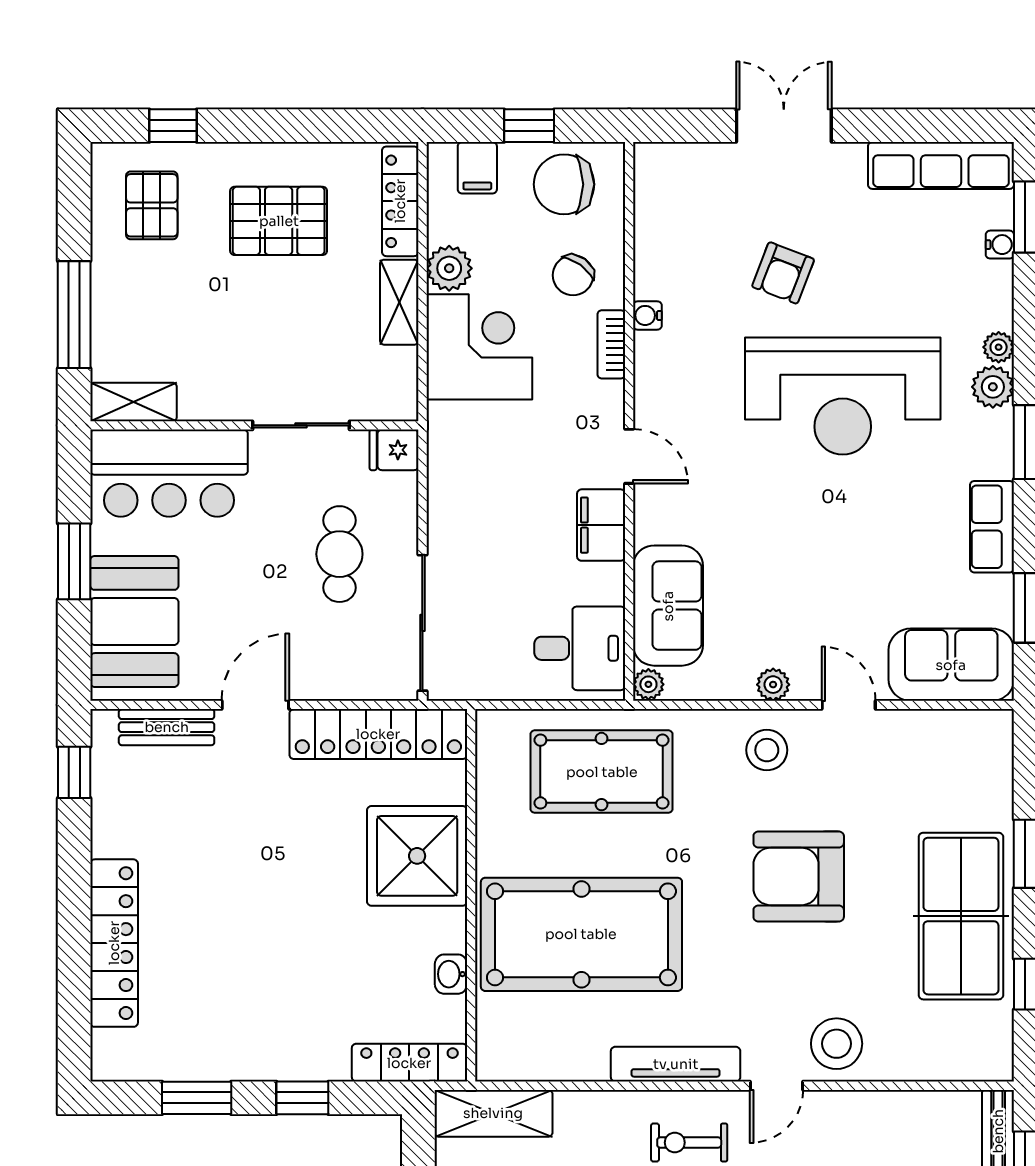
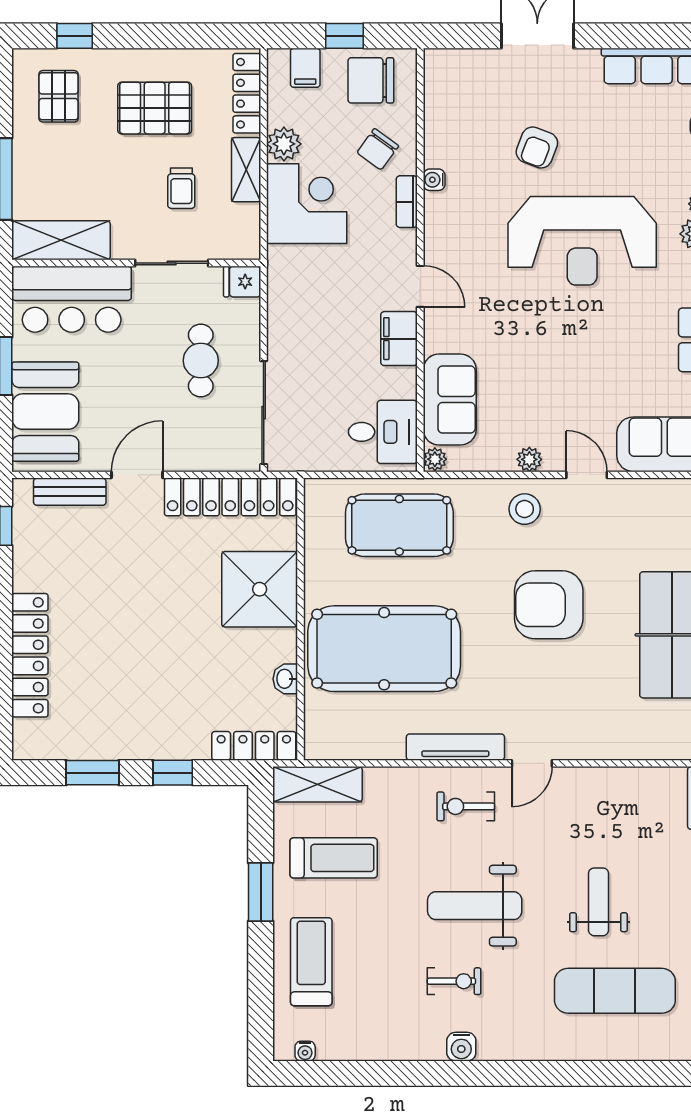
trolley: (314, 327) -> (181, 188), added
shelving: (133, 402) -> (61, 240), width x1.50, depth x1.33
stool: (837, 1044) -> (577, 732), removed

